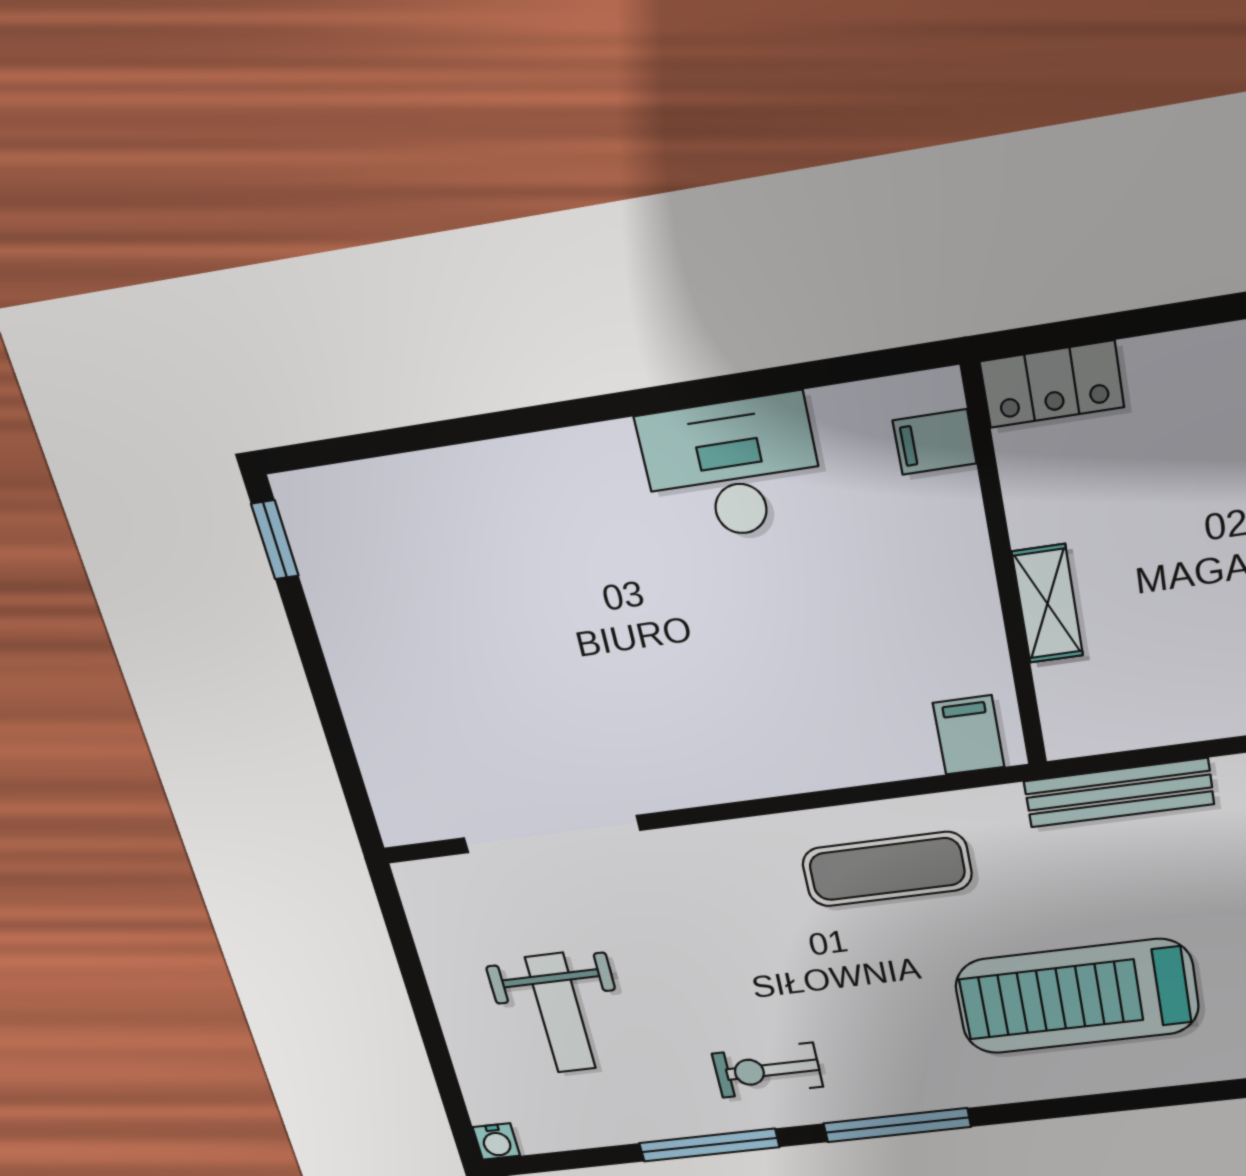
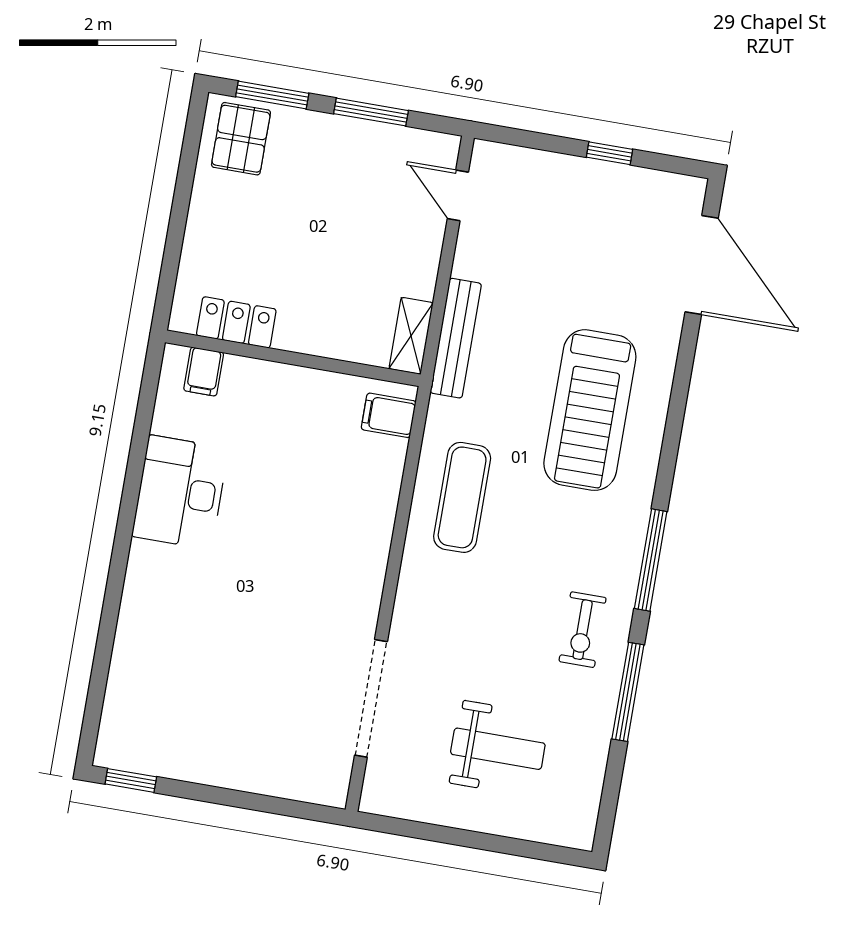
locker: (1052, 384) -> (236, 322), moved, turned -90
shelving: (1047, 604) -> (411, 336), moved, turned 90
water cooler: (496, 1142) -> (581, 836), removed

